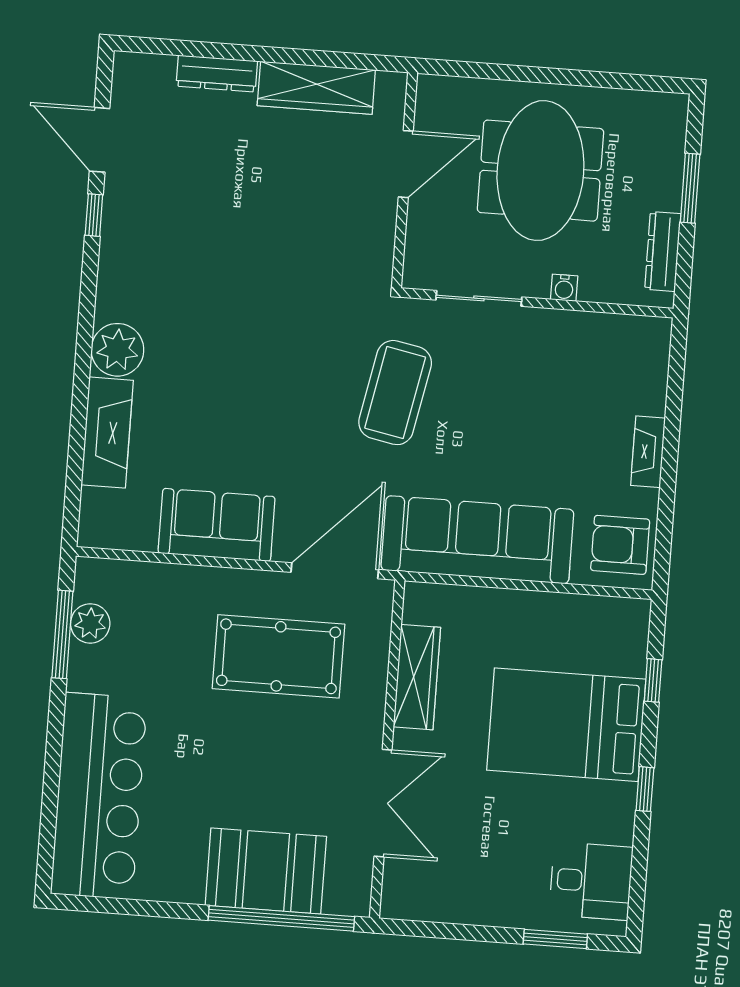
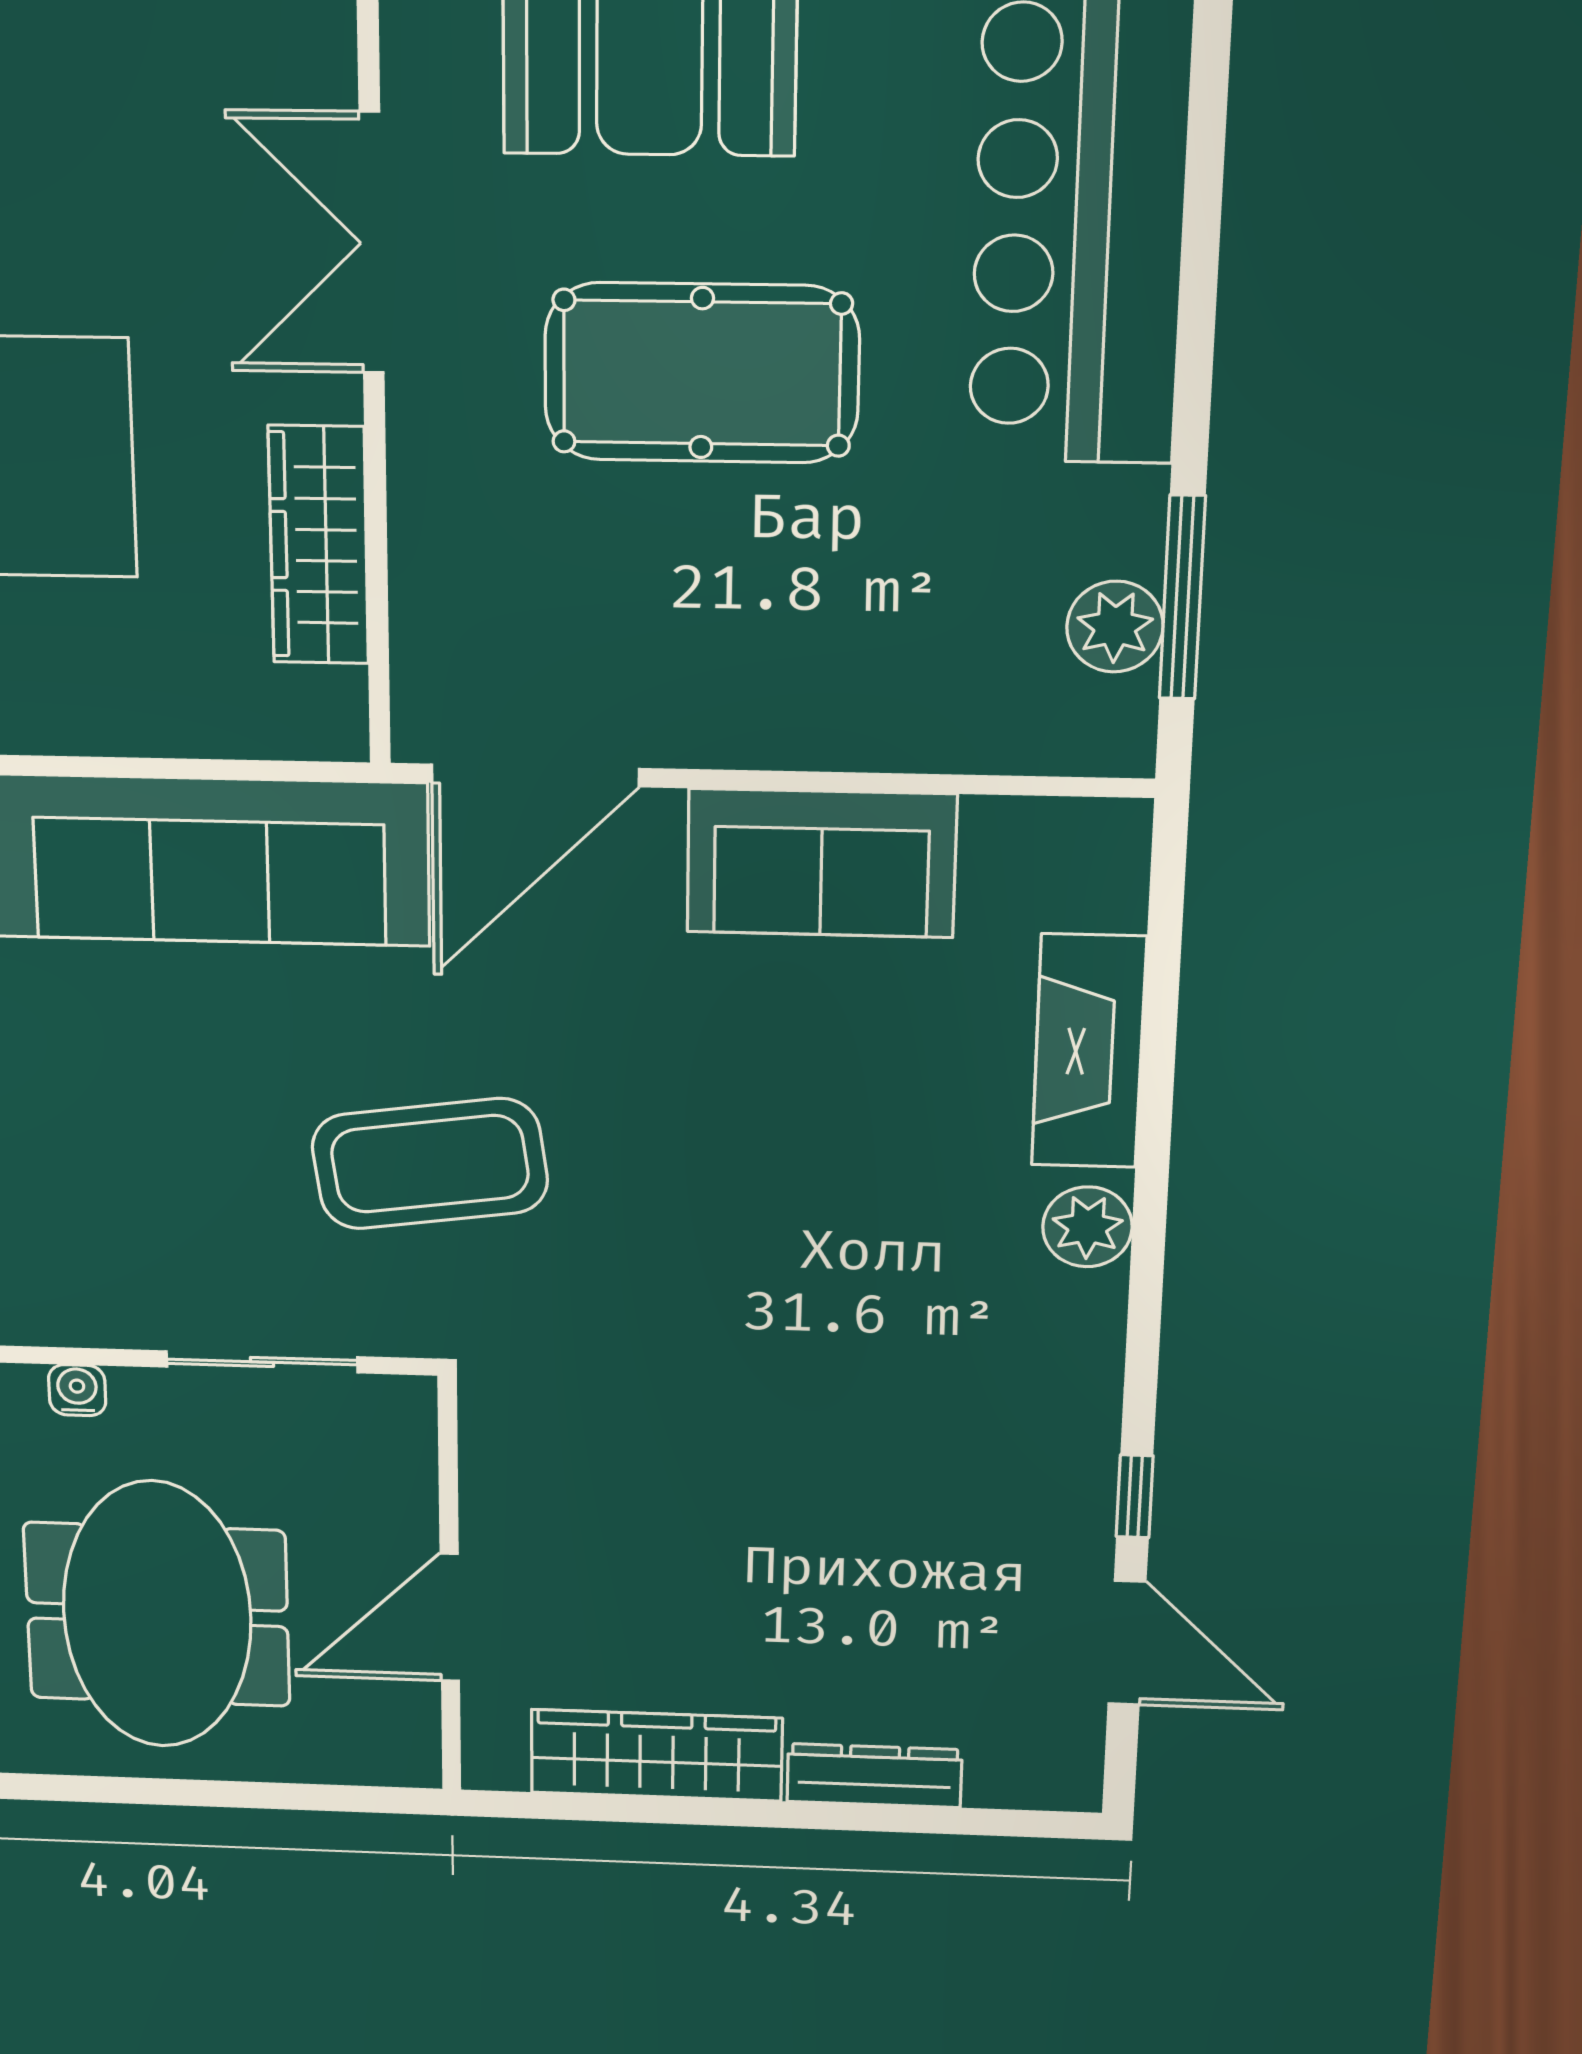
plant: (117, 350) -> (1087, 1227), width x0.73, depth x0.73
coffee table: (395, 393) -> (430, 1164), turned 71
pool table: (279, 656) -> (702, 373), moved

